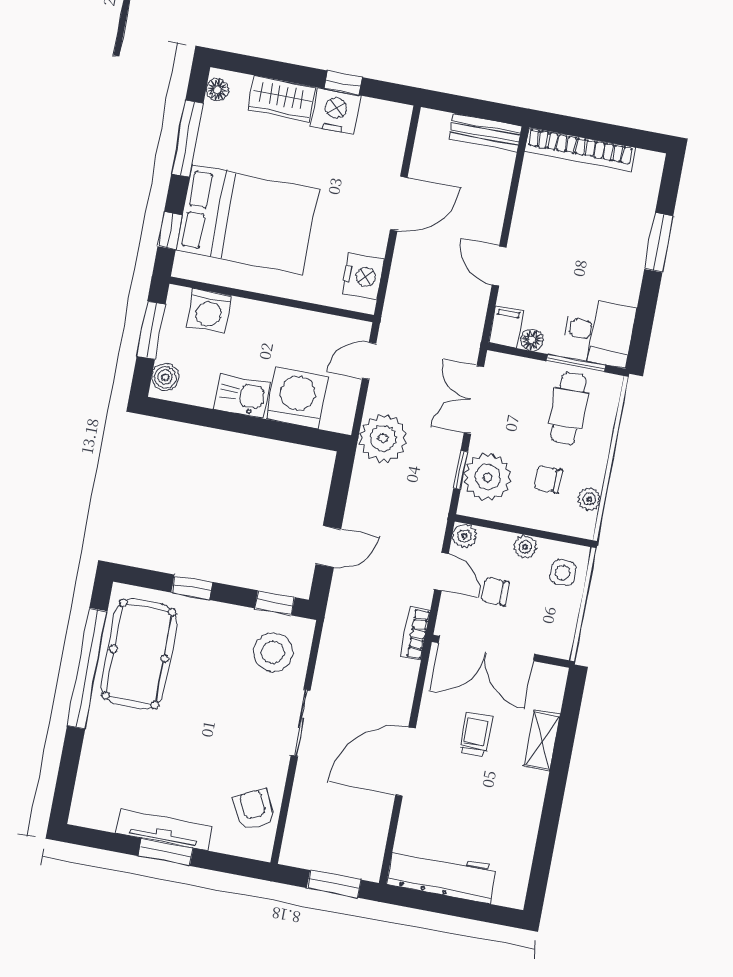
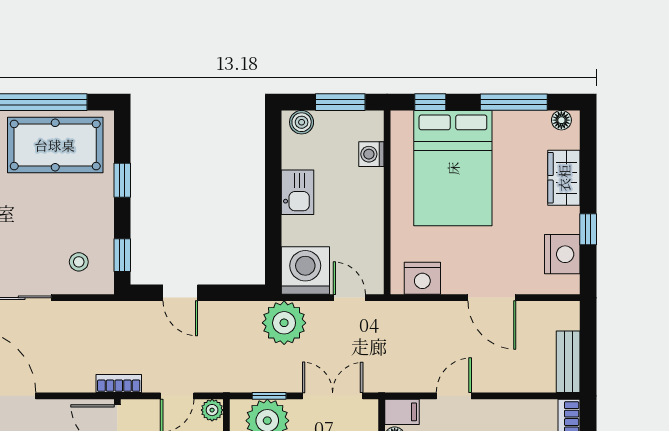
nightstand: (336, 111) -> (562, 254), moved
washing machine: (209, 311) -> (371, 154), width x0.73, depth x0.73
washing machine: (297, 398) -> (305, 271), moved, turned -90
stool: (273, 652) -> (79, 262), width x0.53, depth x0.53

